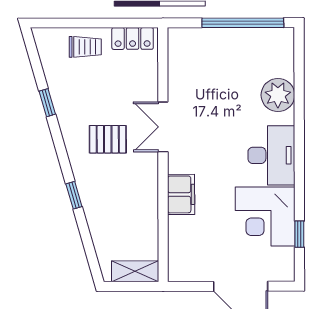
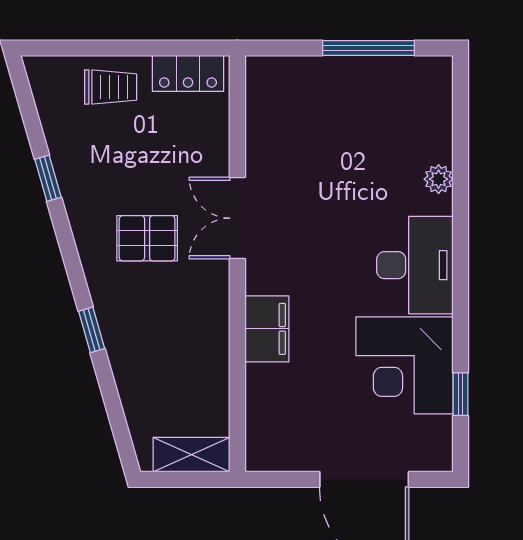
window: (243, 23) -> (369, 48), width x0.68
plant: (278, 95) -> (439, 179), width x0.53, depth x0.53

